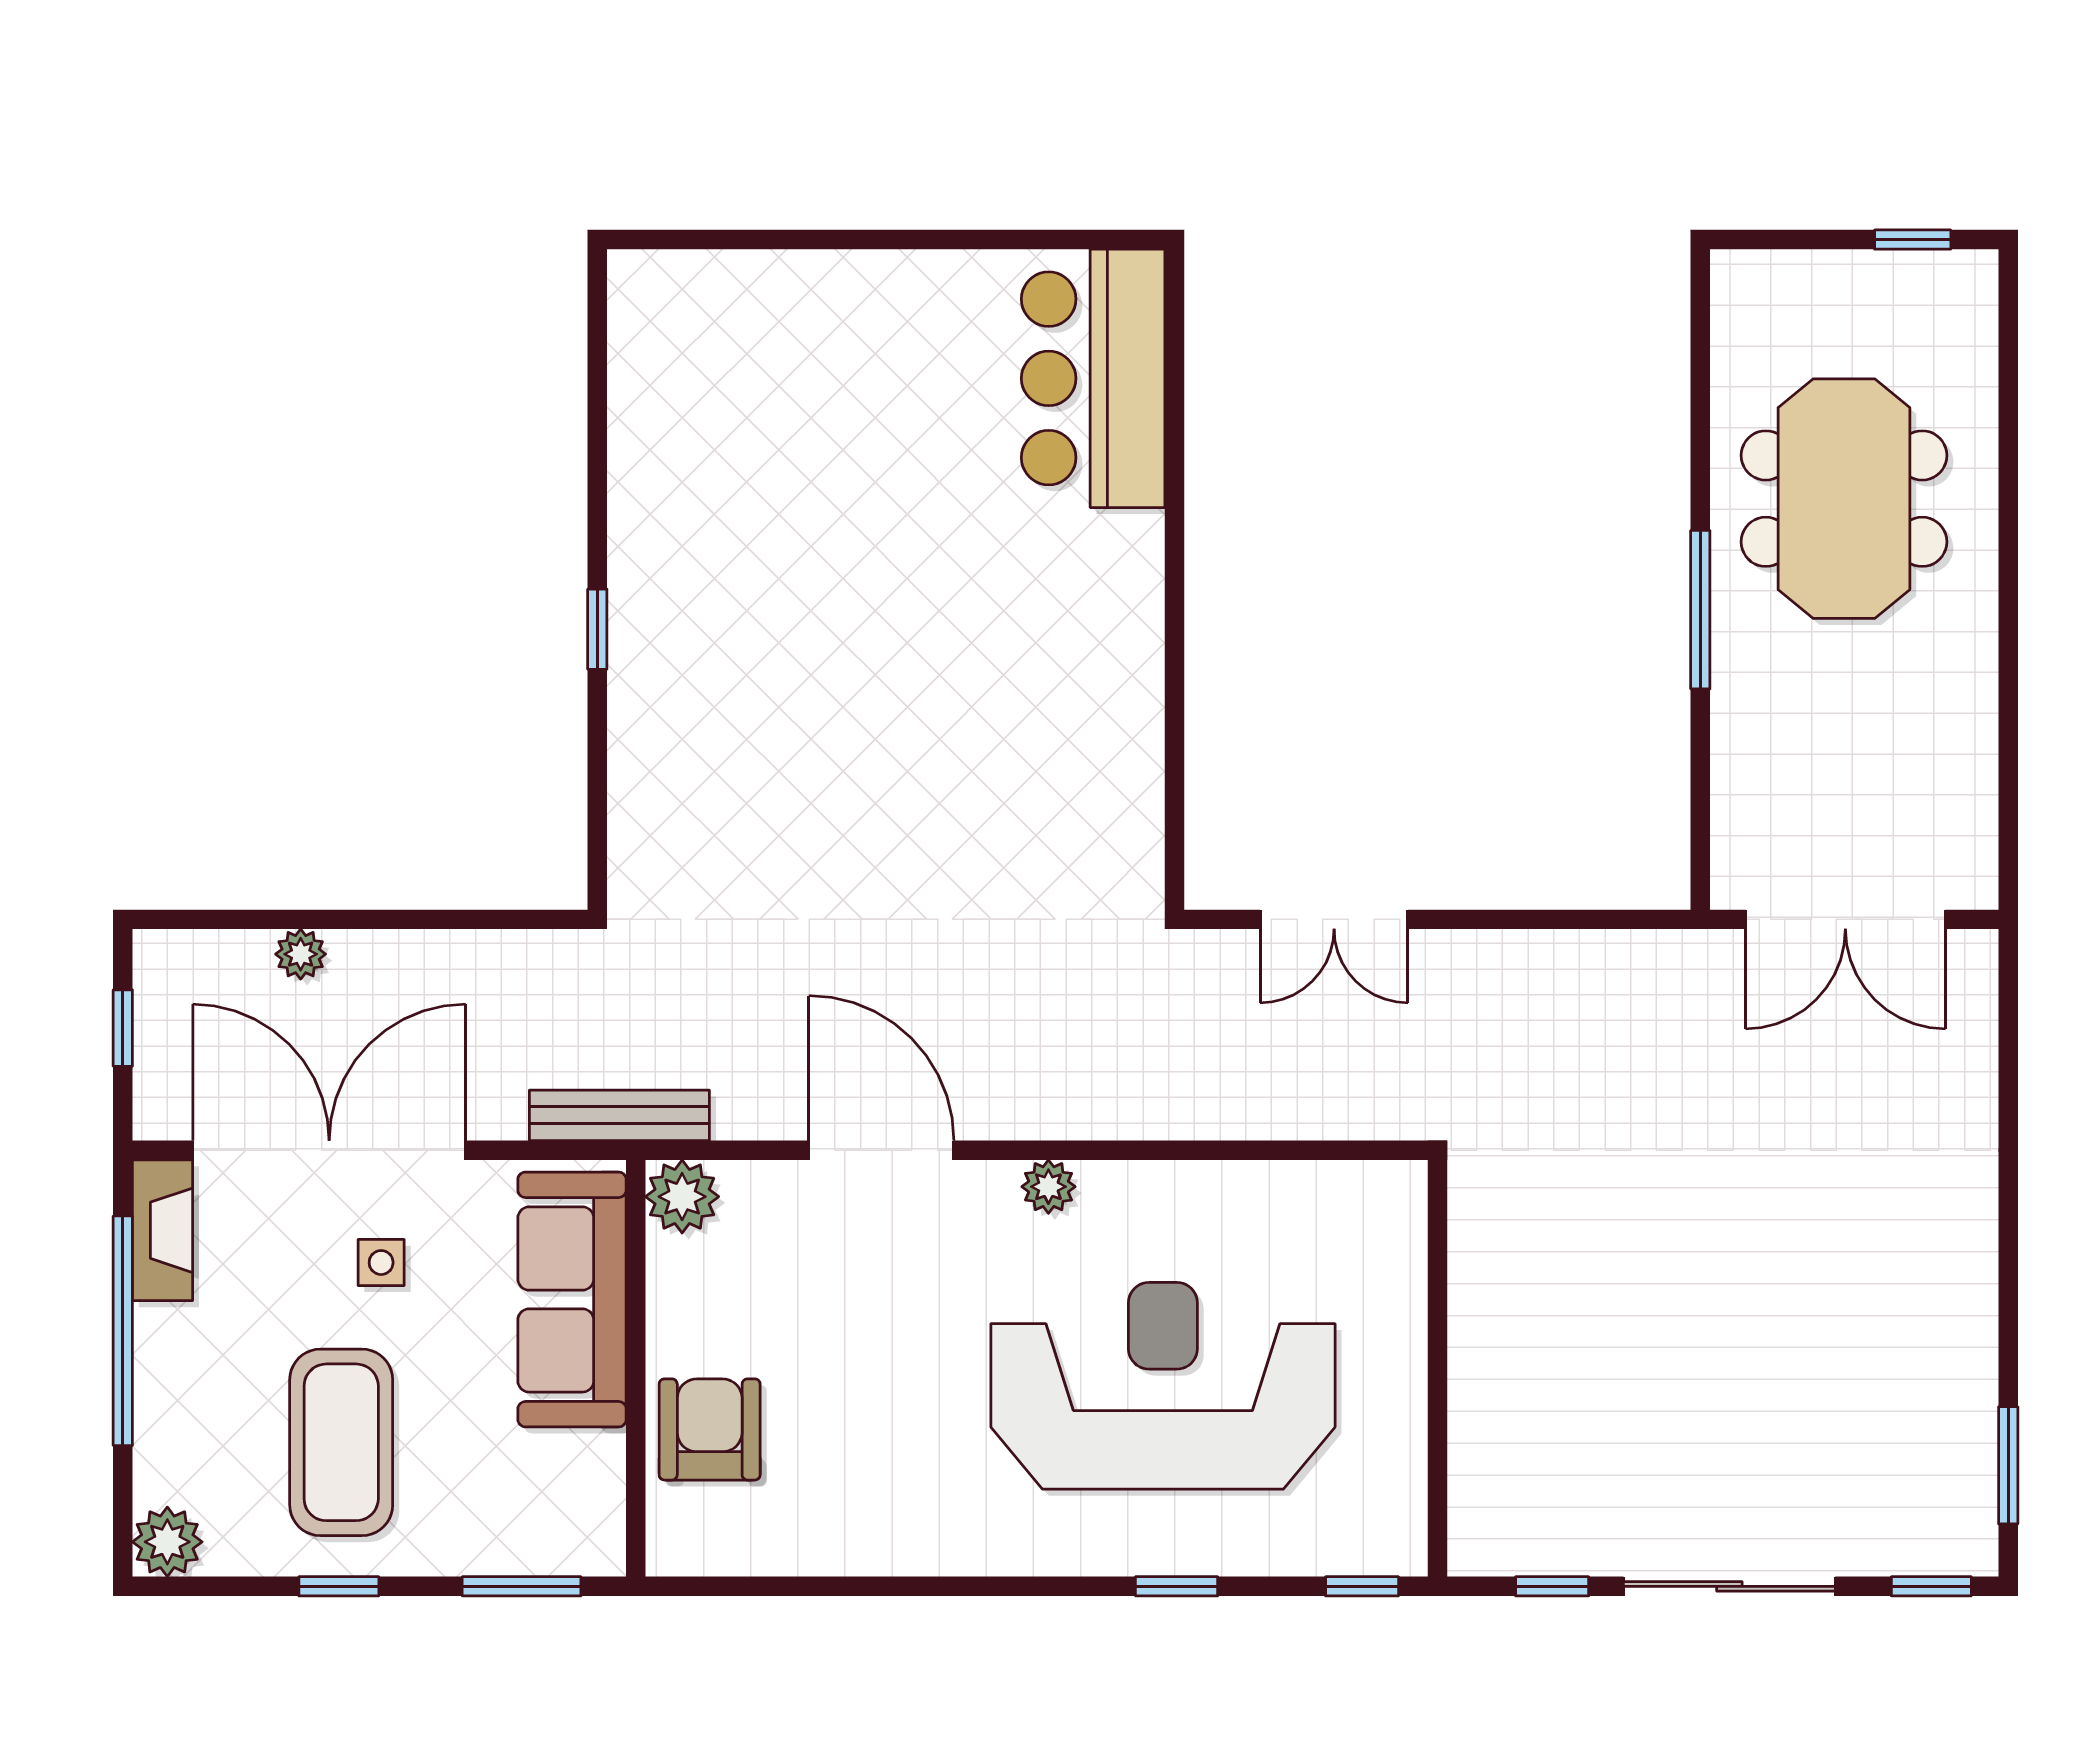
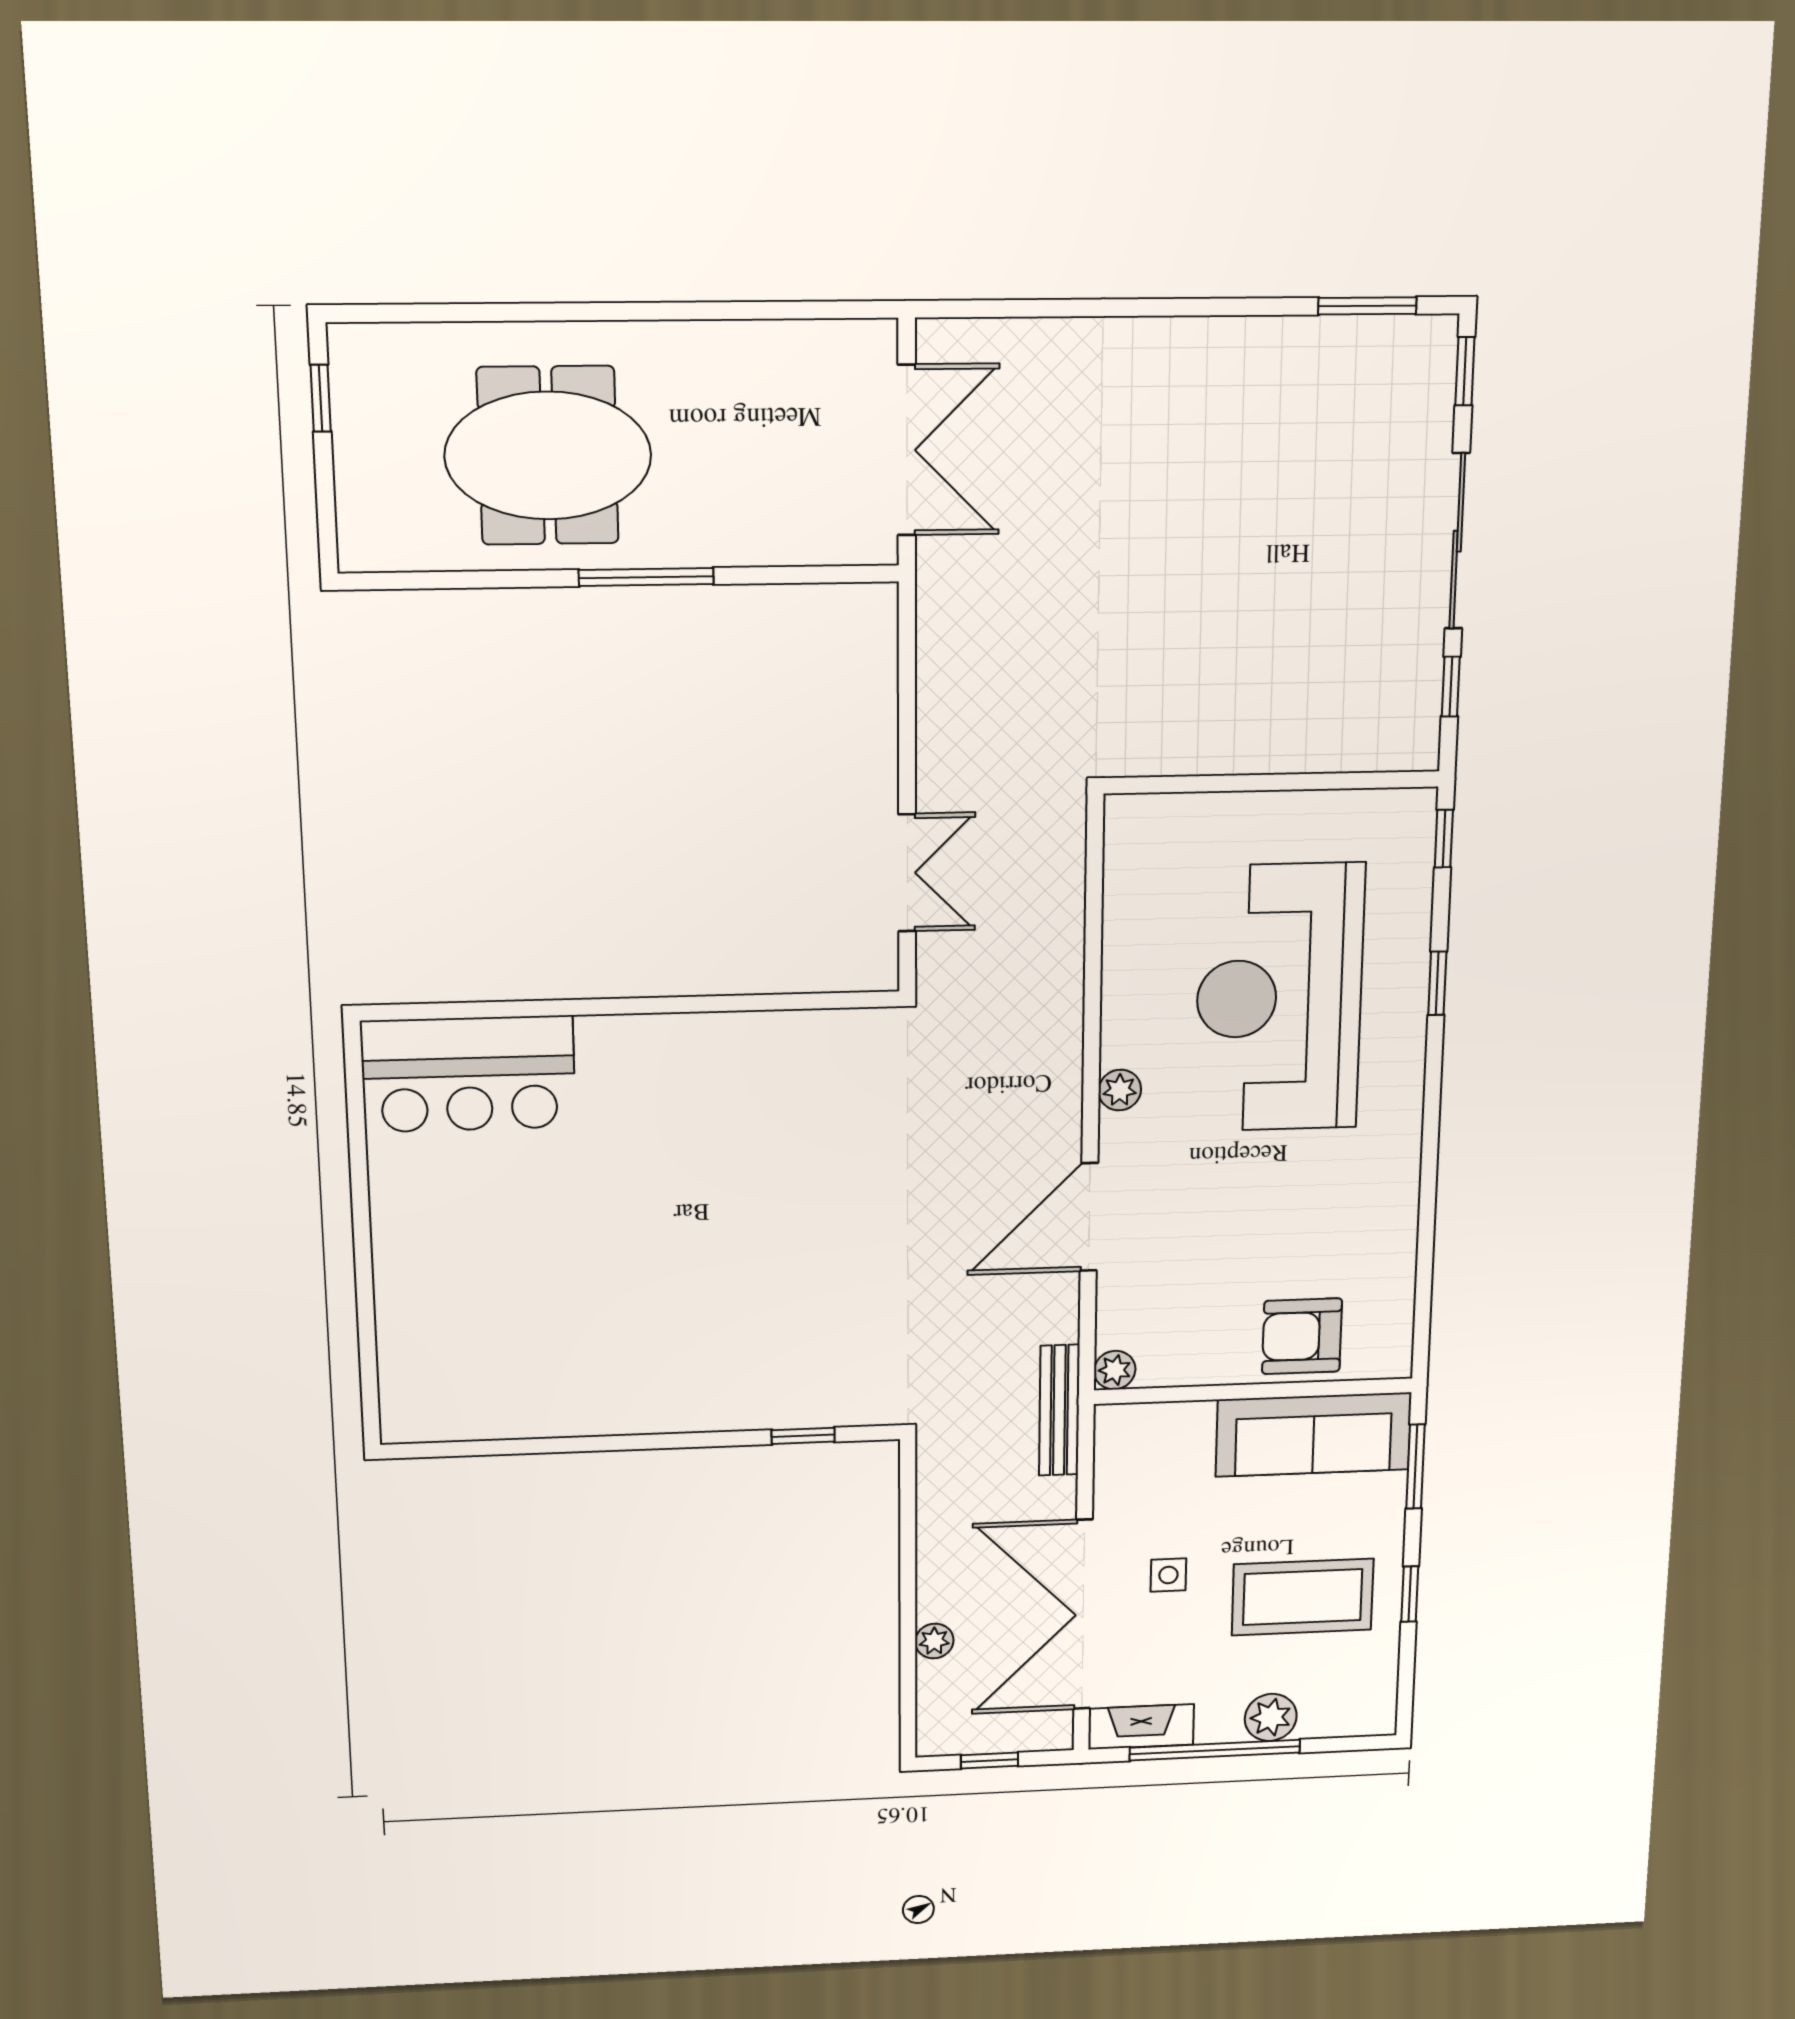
window: (597, 629) -> (803, 1436), moved
plant: (682, 1197) -> (1115, 1370), width x0.73, depth x0.73
sofa: (572, 1299) -> (1314, 1435), moved
plant: (167, 1542) -> (1271, 1717), moved

